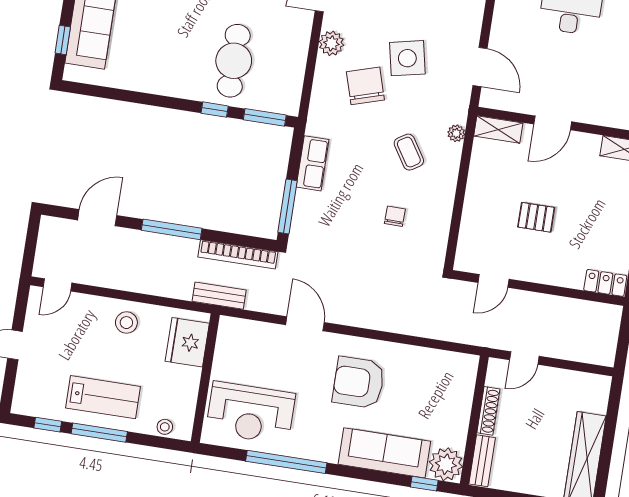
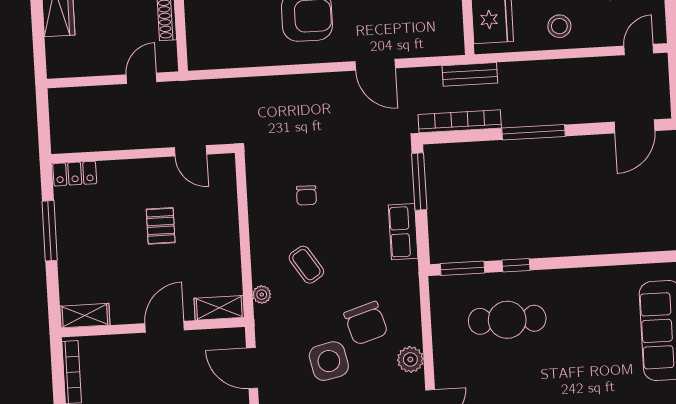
cafe table: (234, 61) -> (507, 320), turned 90
pallet: (536, 217) -> (161, 226), turned 90
door: (97, 218) -> (634, 126), moved
door: (493, 281) -> (190, 151), swing flipped

